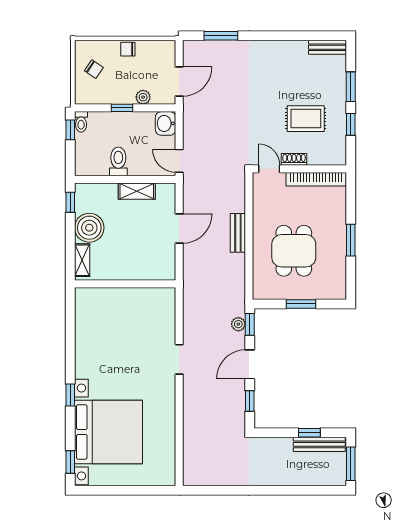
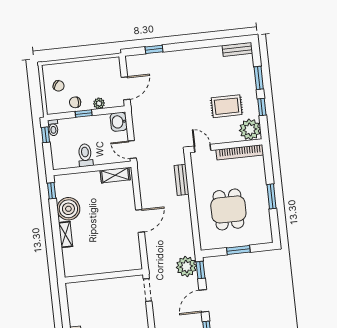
window: (221, 36) -> (154, 49), width x0.67
chair: (128, 49) -> (75, 102), moved
plant: (333, 152) -> (250, 130), added
shoe rack: (294, 159) -> (221, 139), removed
shelving: (137, 191) -> (115, 175), moved
door: (179, 228) -> (140, 221), moved
bench: (238, 233) -> (181, 180), moved
wall: (125, 284) -> (104, 276), moved
plant: (238, 324) -> (186, 267), width x1.87, depth x1.87
doorway: (179, 359) -> (148, 290), moved

